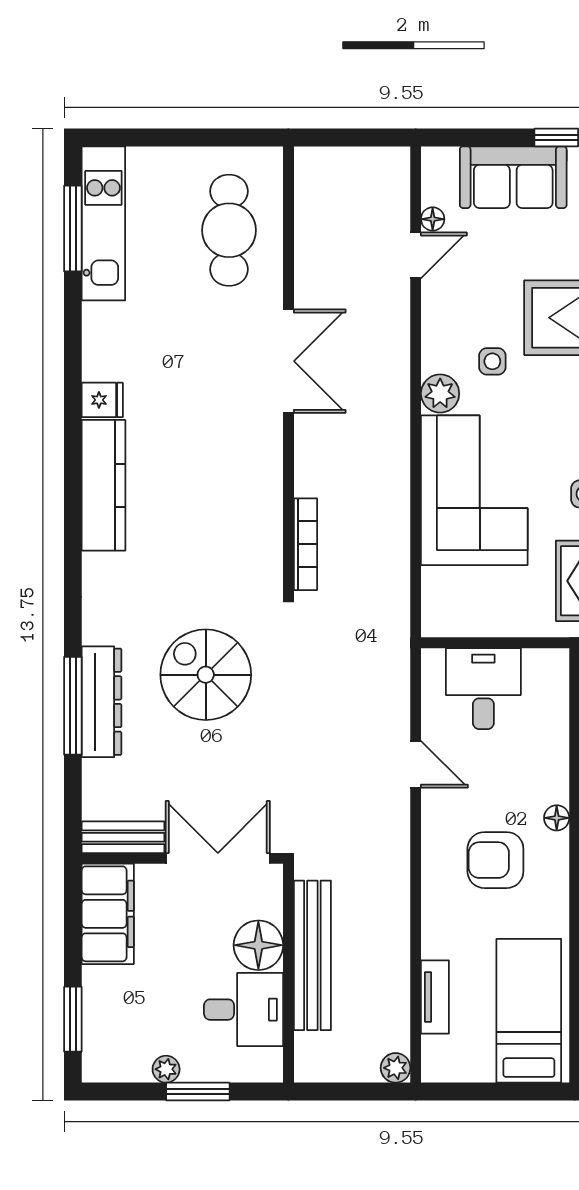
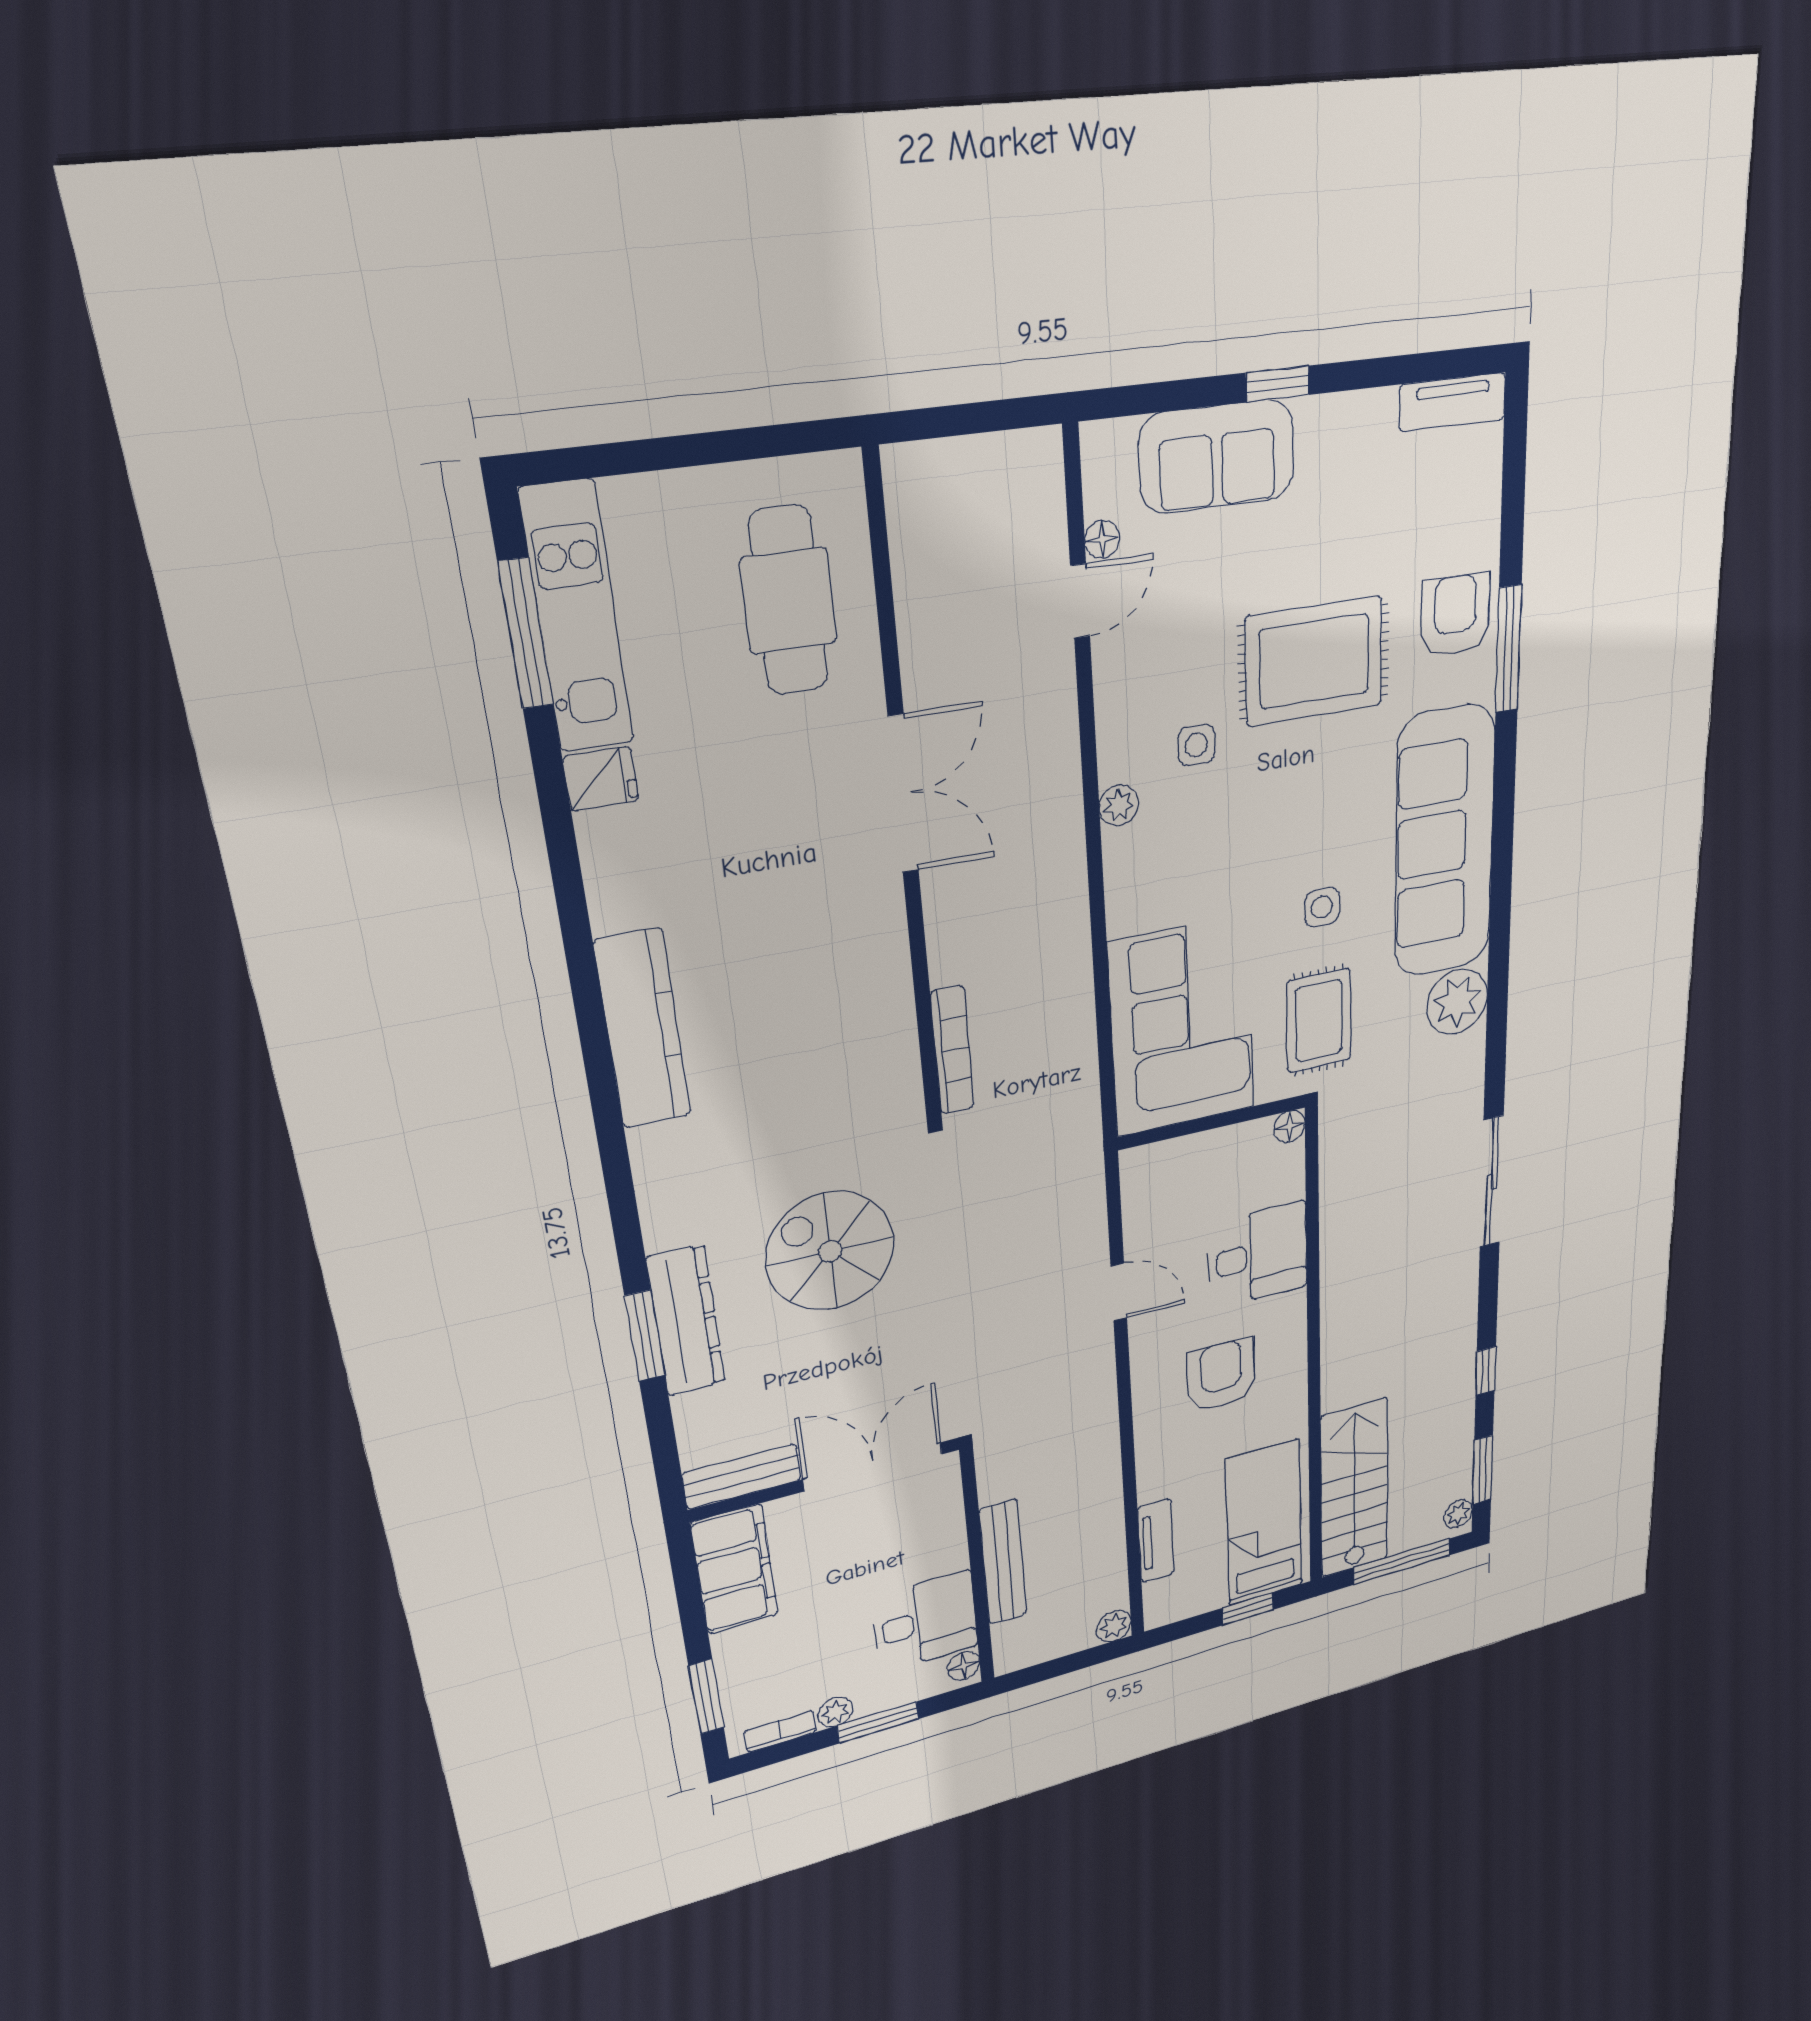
plant: (440, 394) -> (1119, 805), width x0.73, depth x0.73
fridge: (102, 400) -> (601, 779), moved
corner sofa: (474, 490) -> (1182, 1026), moved
desk: (483, 689) -> (1258, 1255), moved, turned 90
window: (73, 706) -> (645, 1336), width x0.69
floor lamp: (557, 818) -> (1289, 1126), moved
armchair: (495, 860) -> (1221, 1375), turned 90
floor lamp: (258, 945) -> (964, 1666), moved, width x0.53, depth x0.53
bench: (312, 955) -> (1003, 1562), width x0.73, depth x0.82
bookcase: (123, 1072) -> (780, 1732), added
window: (513, 1092) -> (1248, 1609), added

